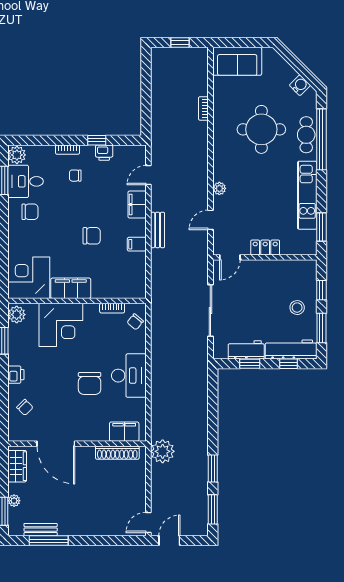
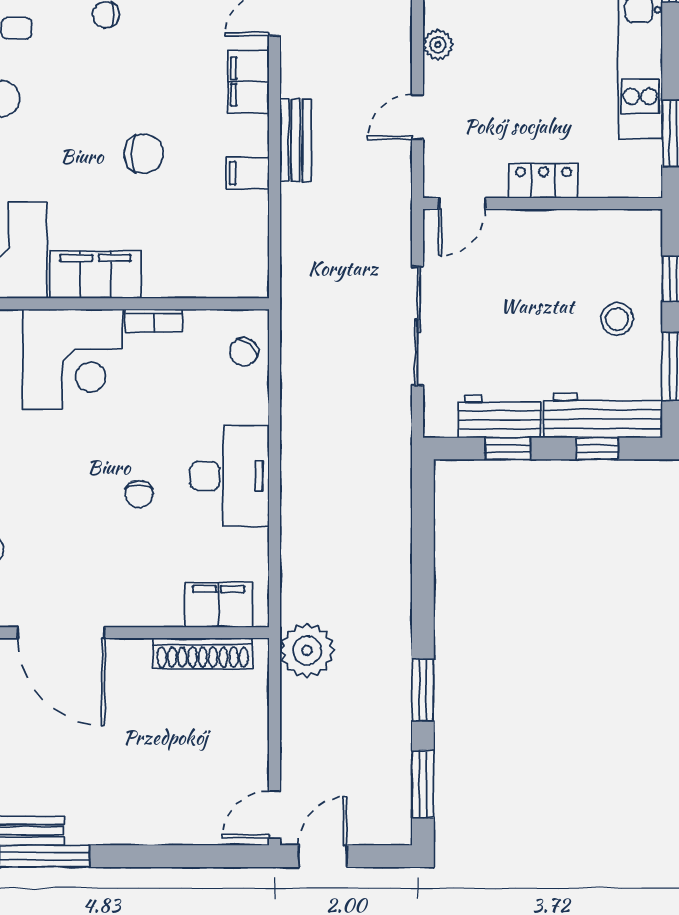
bookcase: (112, 308) -> (154, 320), moved
chair: (90, 383) -> (139, 494), width x0.54, depth x0.54

